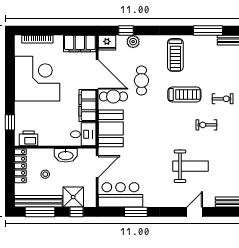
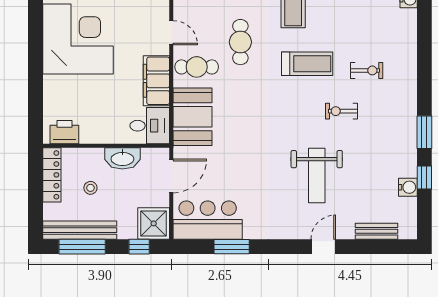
door: (97, 75) -> (171, 33), width x0.53
window: (10, 122) -> (35, 107), removed
weight bench: (191, 166) -> (317, 176), turned 90
shower: (73, 197) -> (154, 223), moved

